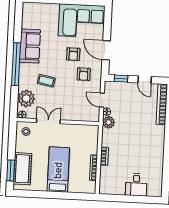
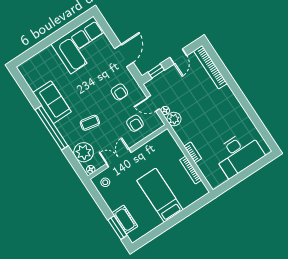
door: (106, 50) -> (124, 55), swing flipped
armchair: (73, 54) -> (135, 123), moved
door: (145, 80) -> (178, 56), hinge flipped
cot: (22, 169) -> (125, 220), width x0.73, depth x0.75
desk: (136, 185) -> (238, 154), width x1.87, depth x1.30

